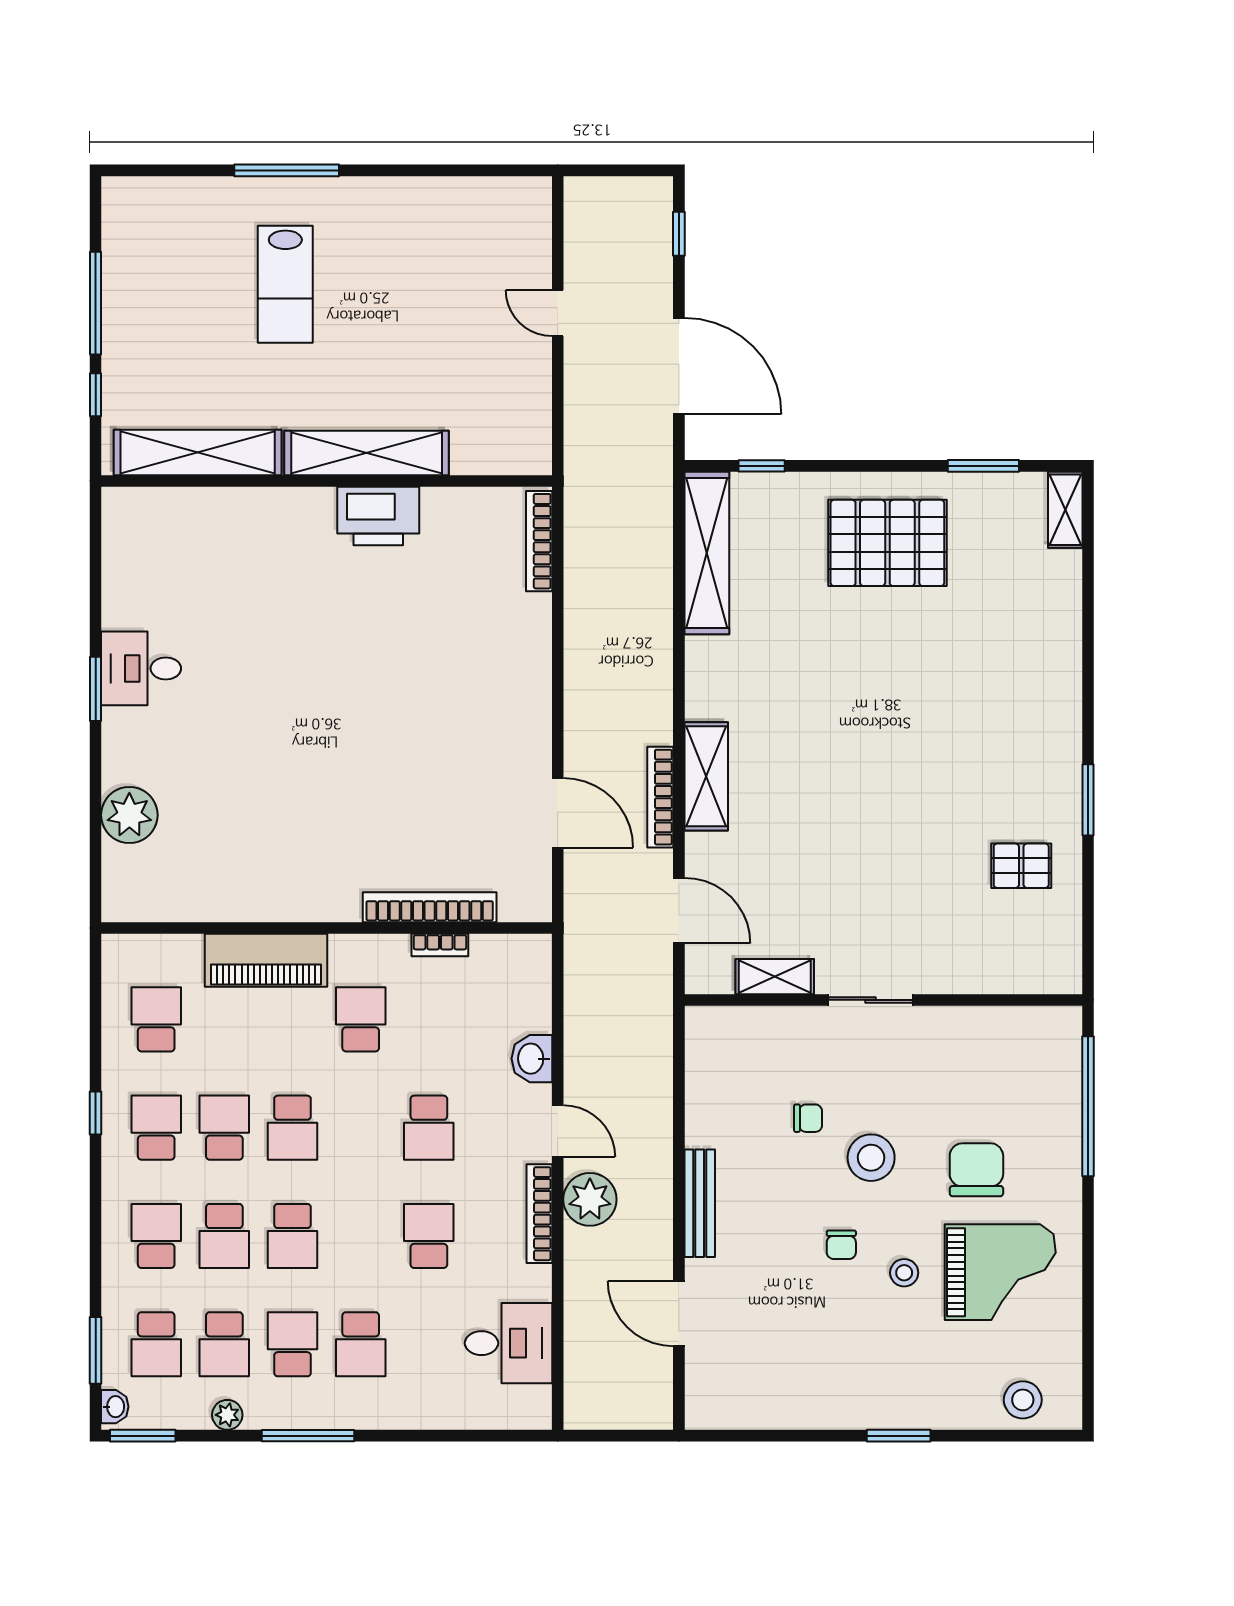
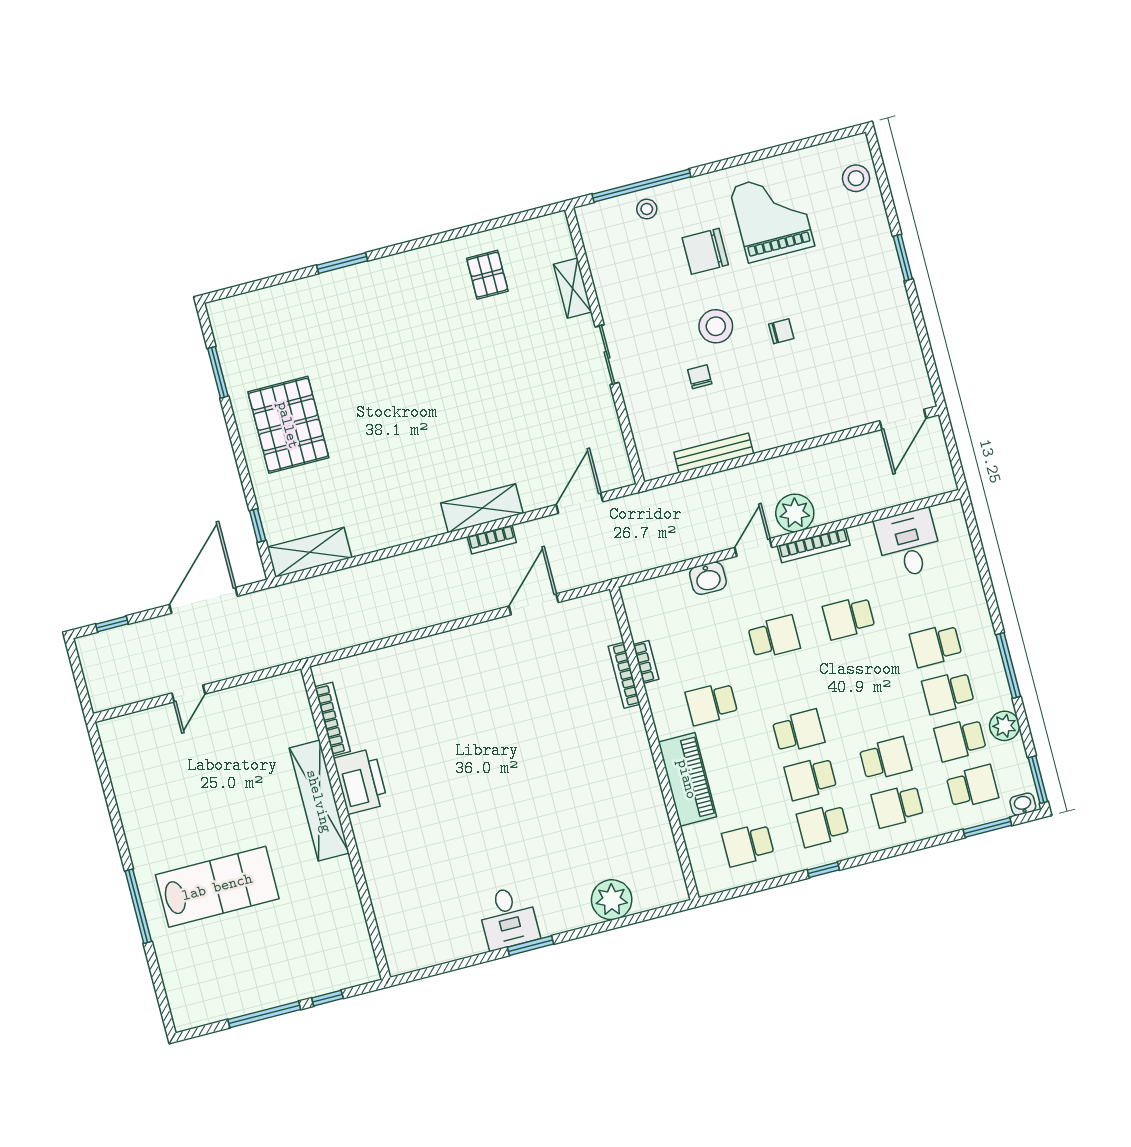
lab bench: (285, 284) -> (217, 887), width x1.36, depth x1.39
shelving: (198, 452) -> (349, 917), removed
shelving: (1065, 510) -> (234, 308), removed
bookcase: (539, 541) -> (332, 719), moved, turned -90
shelving: (707, 553) -> (310, 552), width x0.68
bookcase: (660, 797) -> (492, 539), width x0.64
window: (1088, 800) -> (342, 263), moved
bookcase: (430, 907) -> (624, 675), width x0.68, depth x0.76
shelving: (775, 977) -> (573, 288), moved
bench: (700, 1203) -> (714, 453), moved
school desk: (293, 1236) -> (873, 712), removed
stool: (904, 1273) -> (647, 209), moved
door: (679, 1314) -> (903, 419), moved
school desk: (224, 1344) -> (960, 740), turned 180
school desk: (361, 1344) -> (936, 645), turned 180
plant: (227, 1415) -> (1004, 726), width x1.38, depth x1.38

